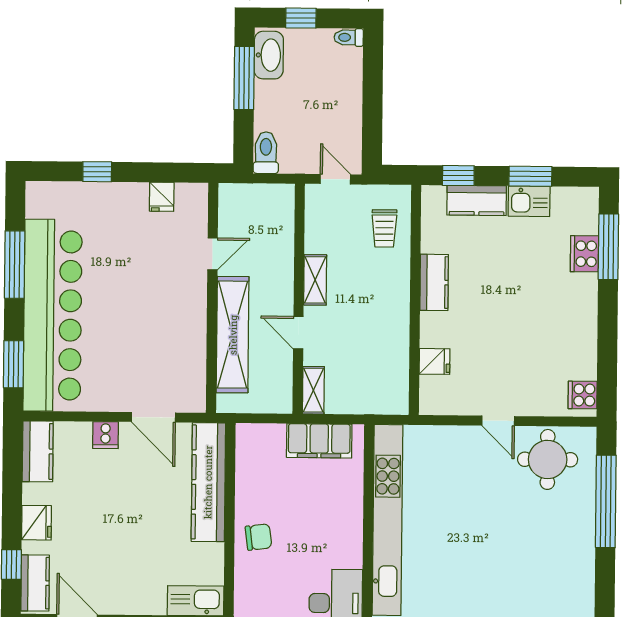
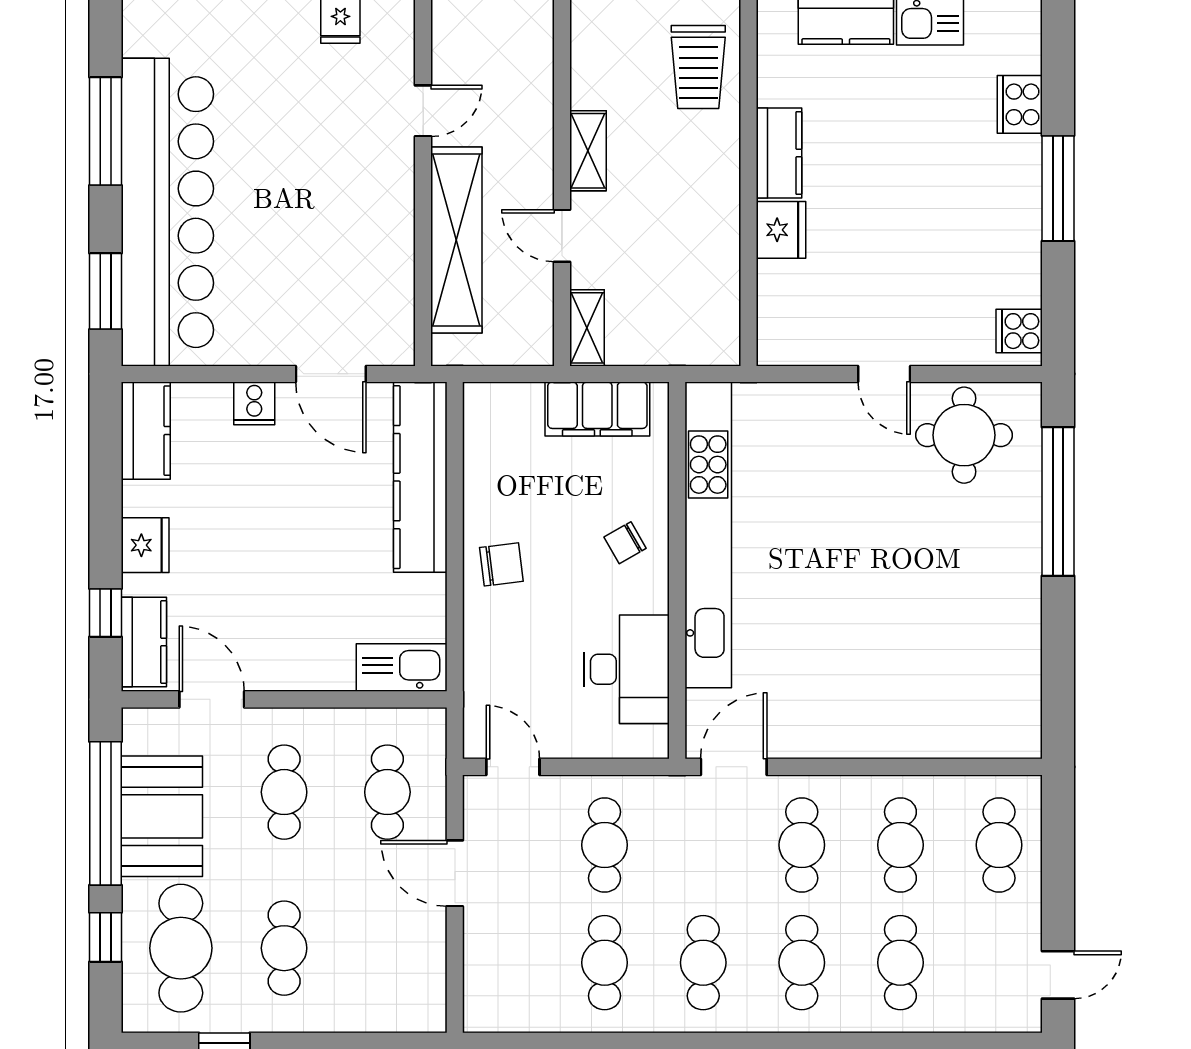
trolley: (384, 228) -> (698, 67), width x1.36, depth x1.39
window: (608, 247) -> (1058, 188), moved
fridge: (435, 361) -> (781, 230), moved, width x1.38
chair: (336, 524) -> (625, 543), added

